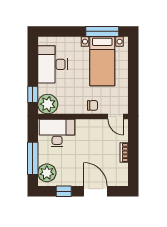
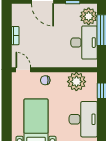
plant: (48, 104) -> (76, 82), moved
desk: (57, 133) -> (84, 43), moved, turned -90

